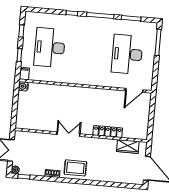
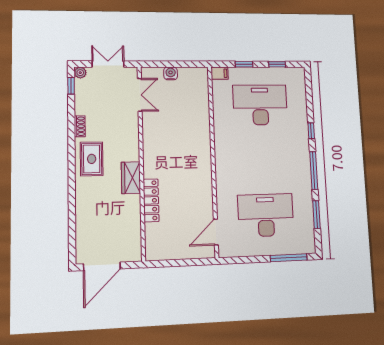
water cooler: (23, 86) -> (171, 73), moved
door: (134, 90) -> (216, 232), hinge flipped
double door: (68, 134) -> (140, 95), moved
wardrobe: (128, 146) -> (131, 178), moved

